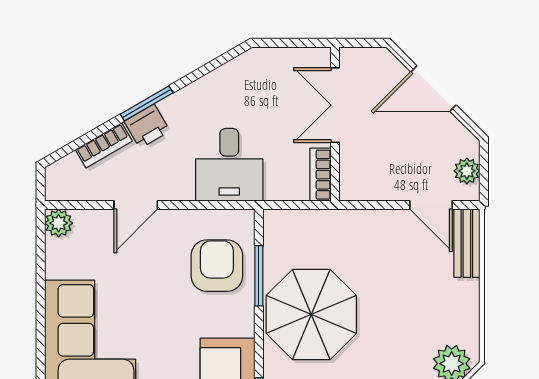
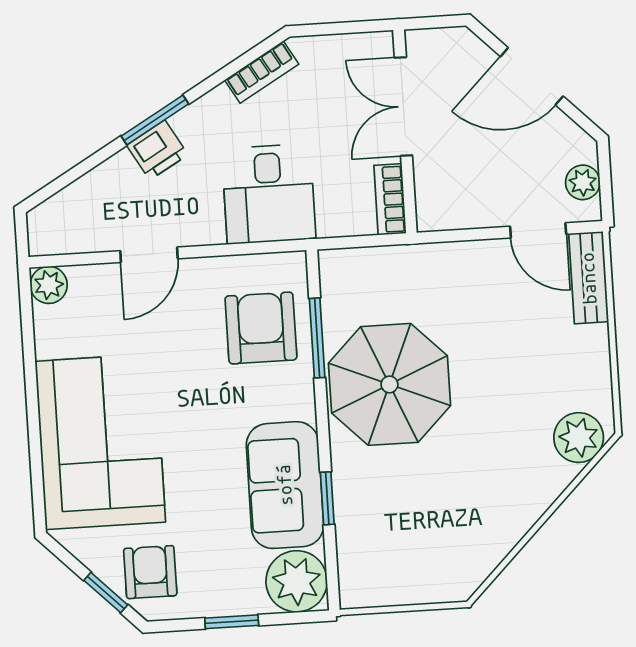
bookcase: (104, 145) -> (262, 72), moved

